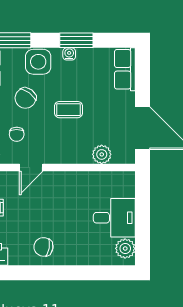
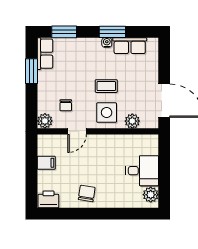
side table: (38, 62) -> (107, 113), moved
row of seats: (125, 69) -> (130, 46), moved, turned -90
chair: (25, 98) -> (73, 77), removed
chair: (43, 247) -> (87, 193), turned 89

